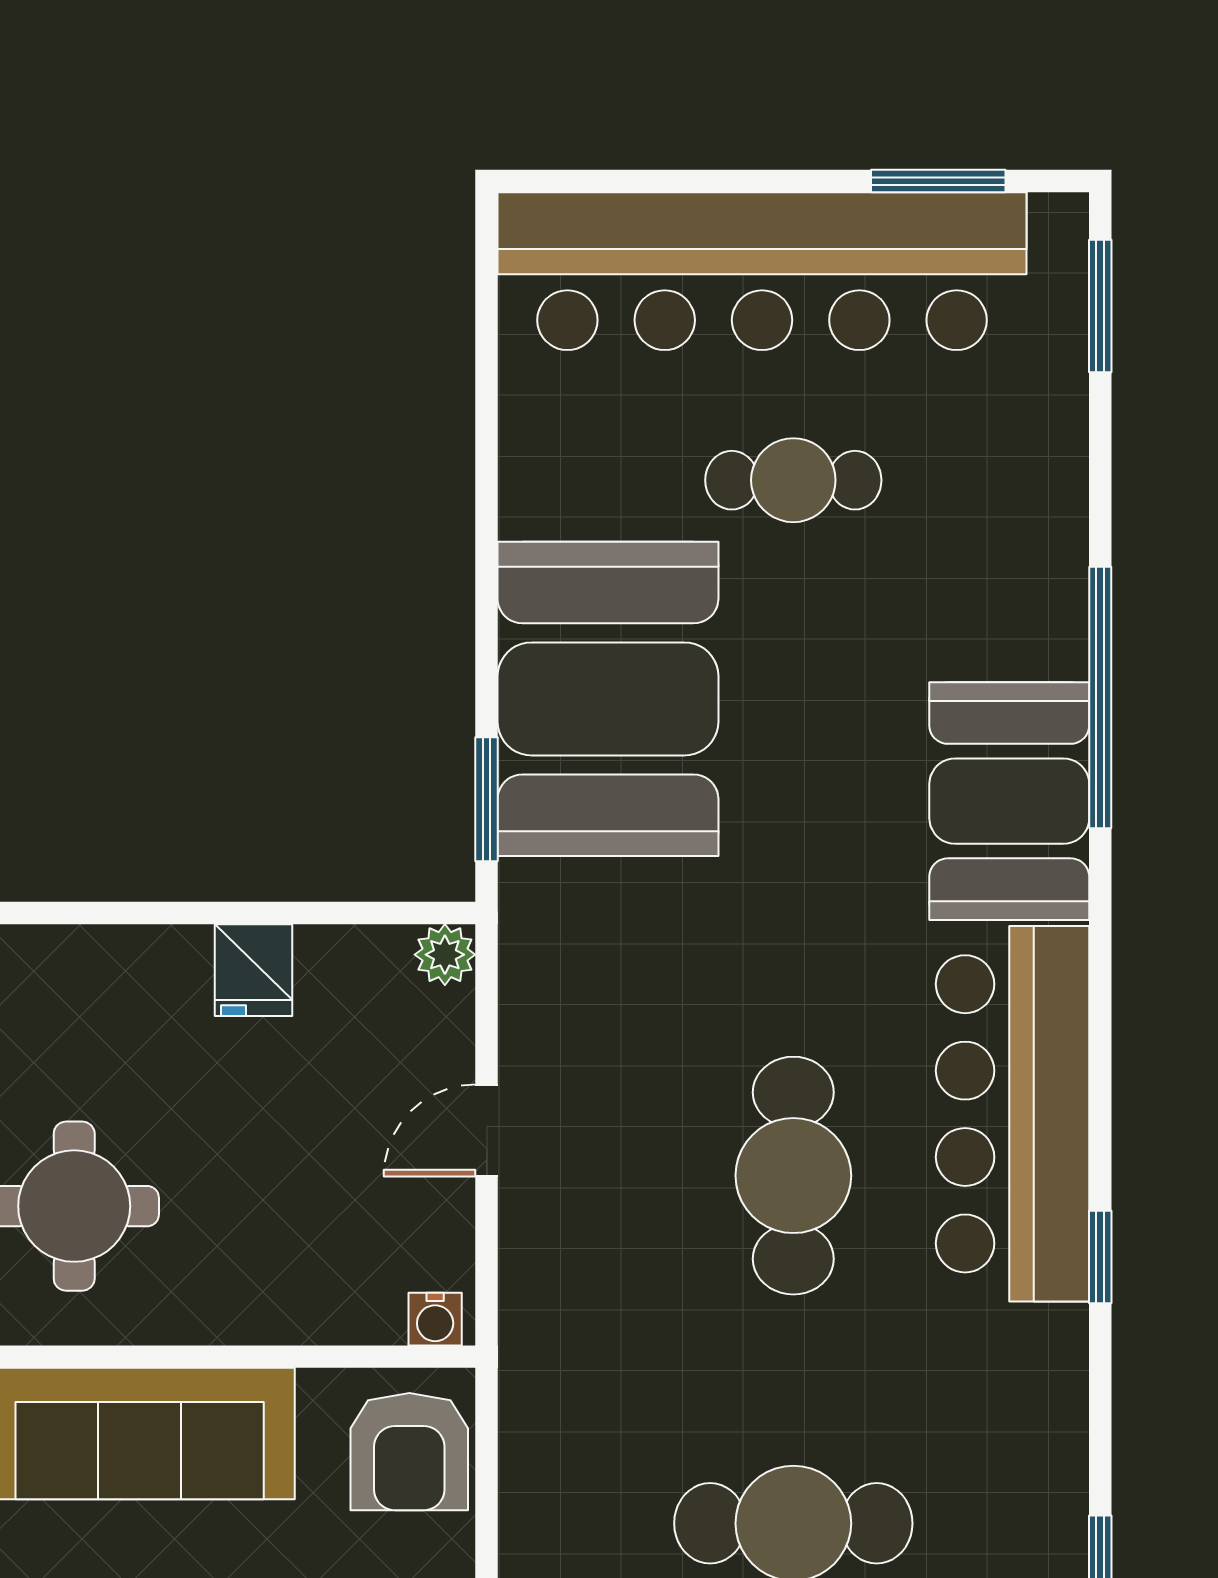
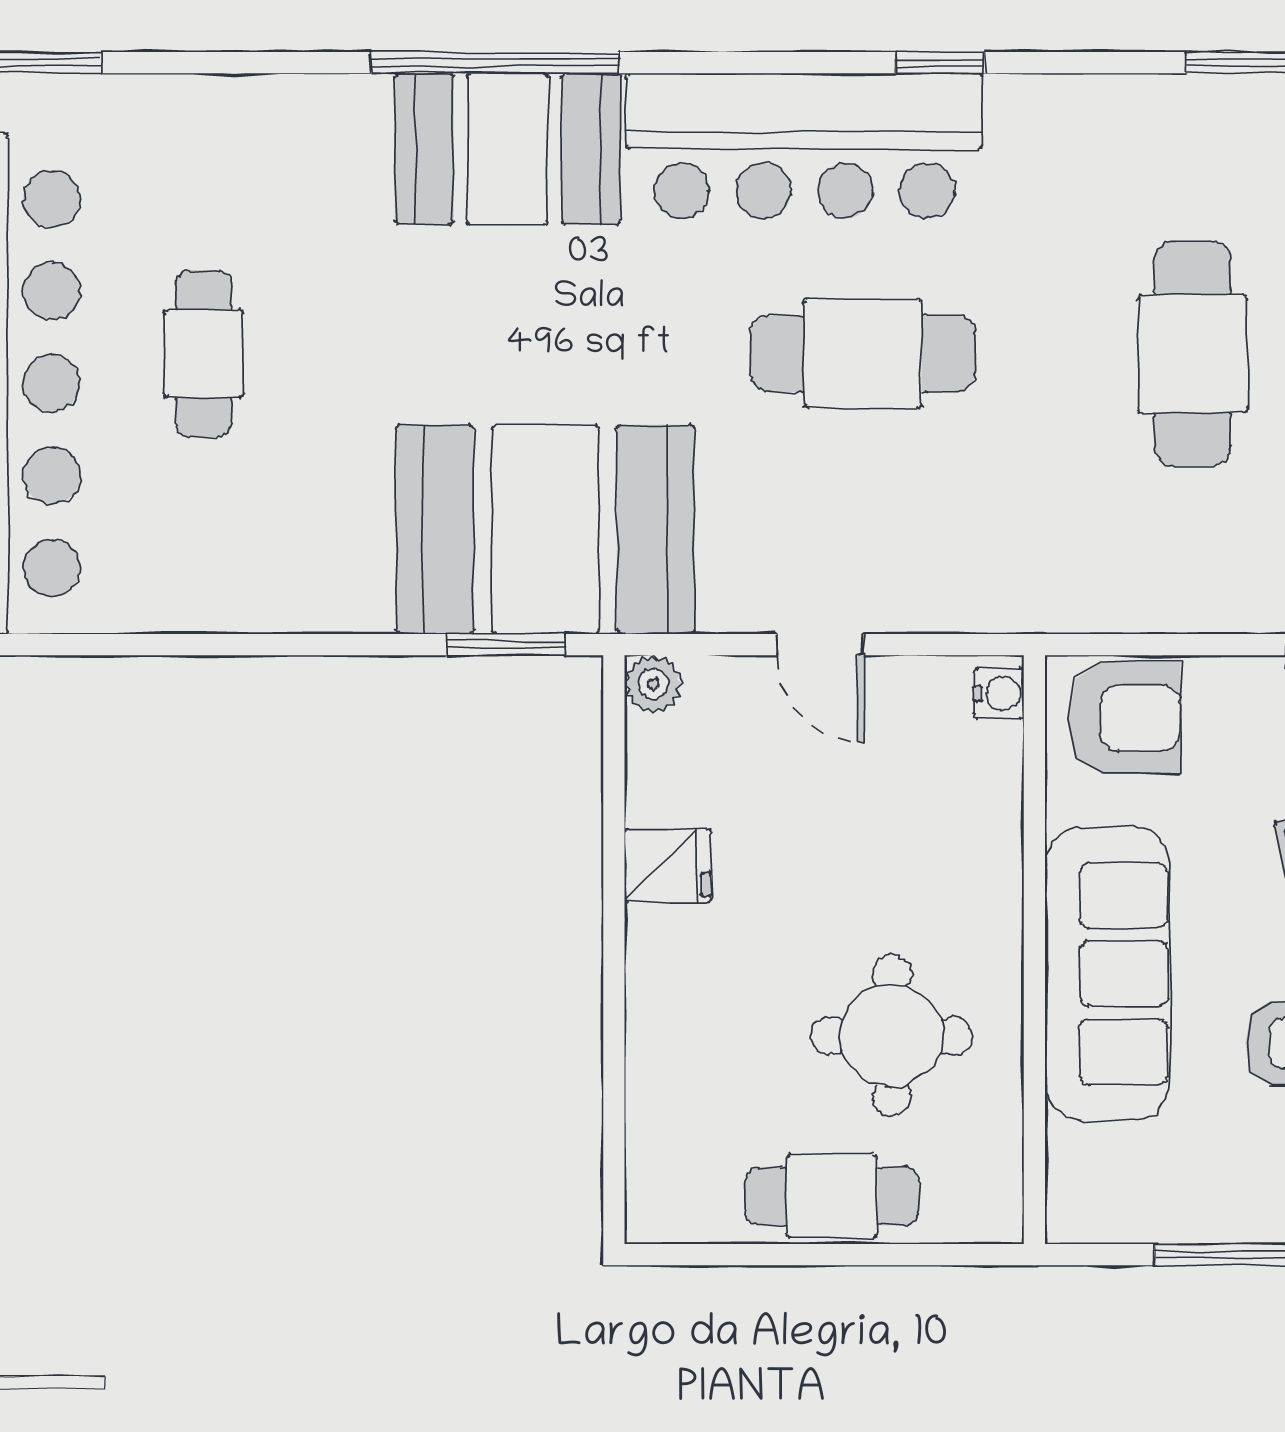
window: (1100, 698) -> (495, 63), moved
booth: (608, 699) -> (545, 529), moved

